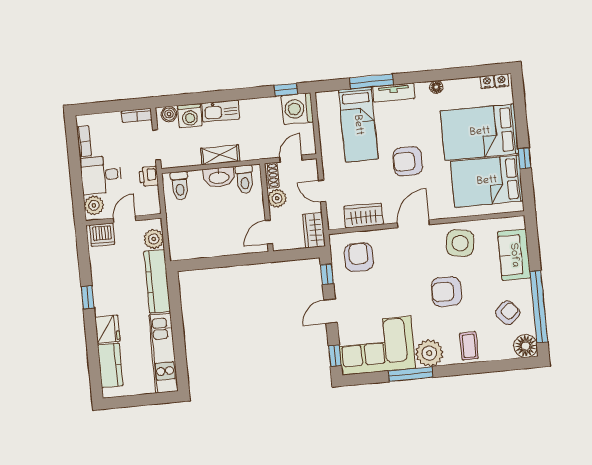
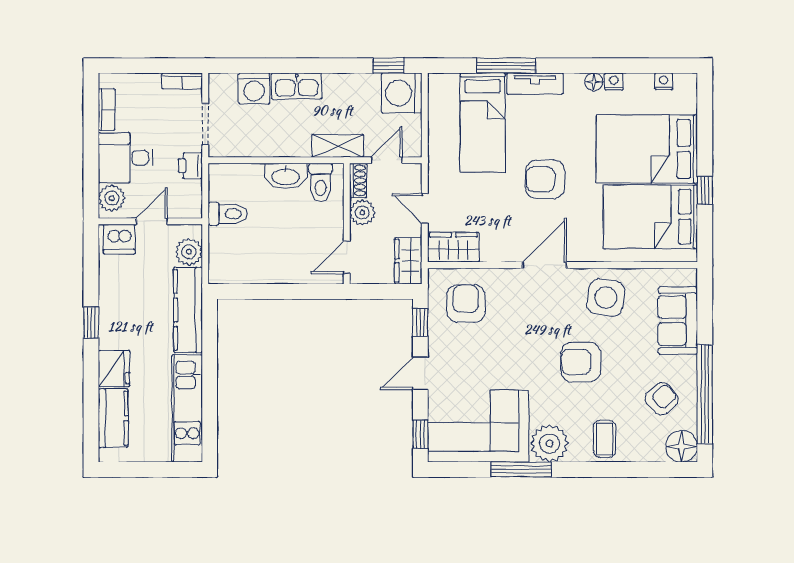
nightstand: (502, 81) -> (614, 82), moved
boiler: (169, 114) -> (226, 84), removed
shelving: (220, 155) -> (338, 146), moved
toilet: (180, 186) -> (228, 214), moved, turned -90
wardrobe: (364, 215) -> (453, 247), moved

